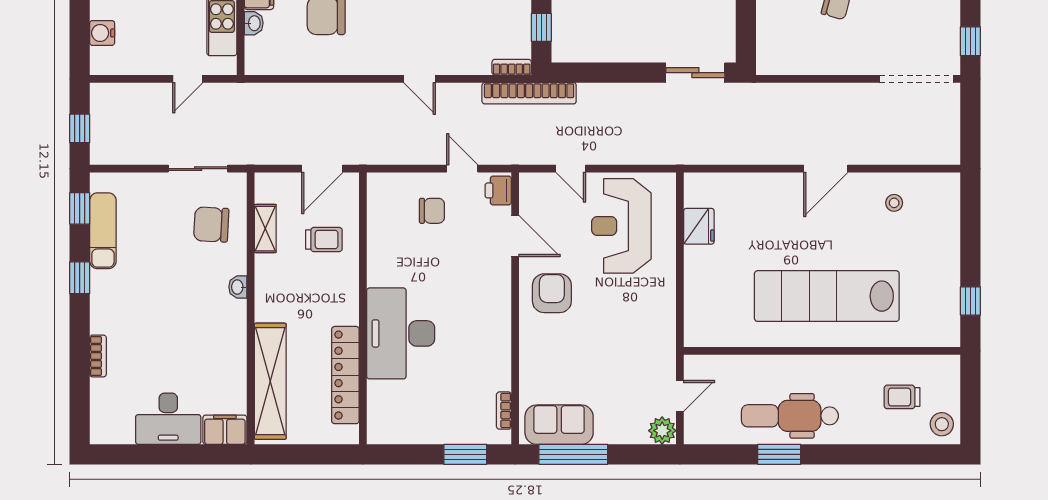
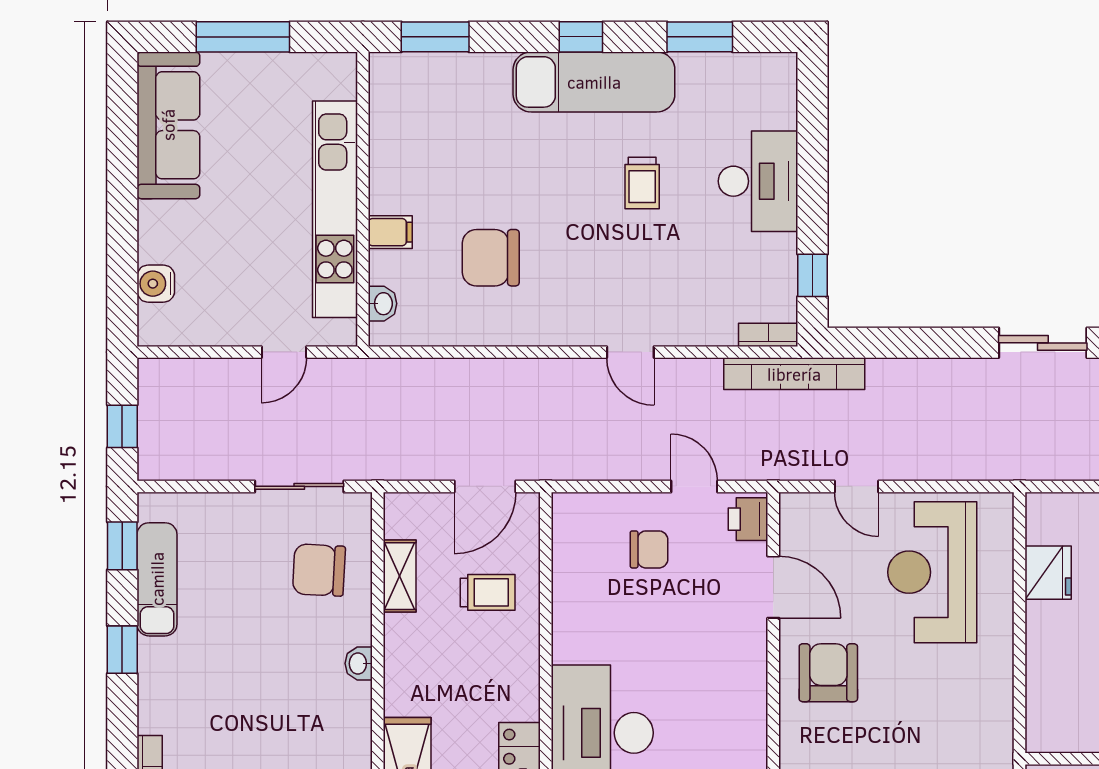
washbasin: (254, 23) -> (383, 304), moved

